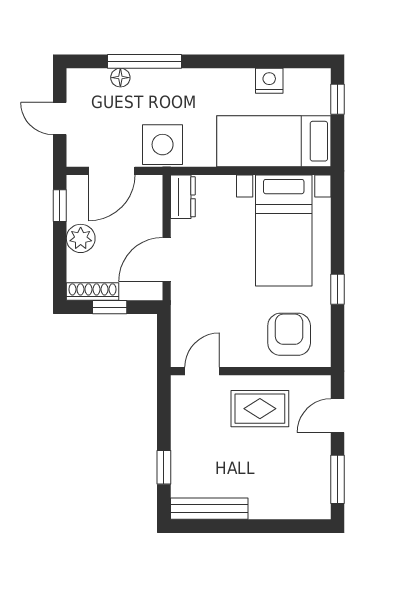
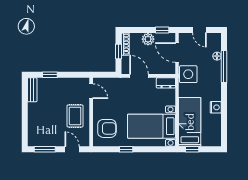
nightstand: (269, 81) -> (216, 107), moved
window: (337, 99) -> (192, 149), moved
door: (60, 119) -> (199, 30), swing flipped
bench: (209, 509) -> (32, 90), width x0.73

